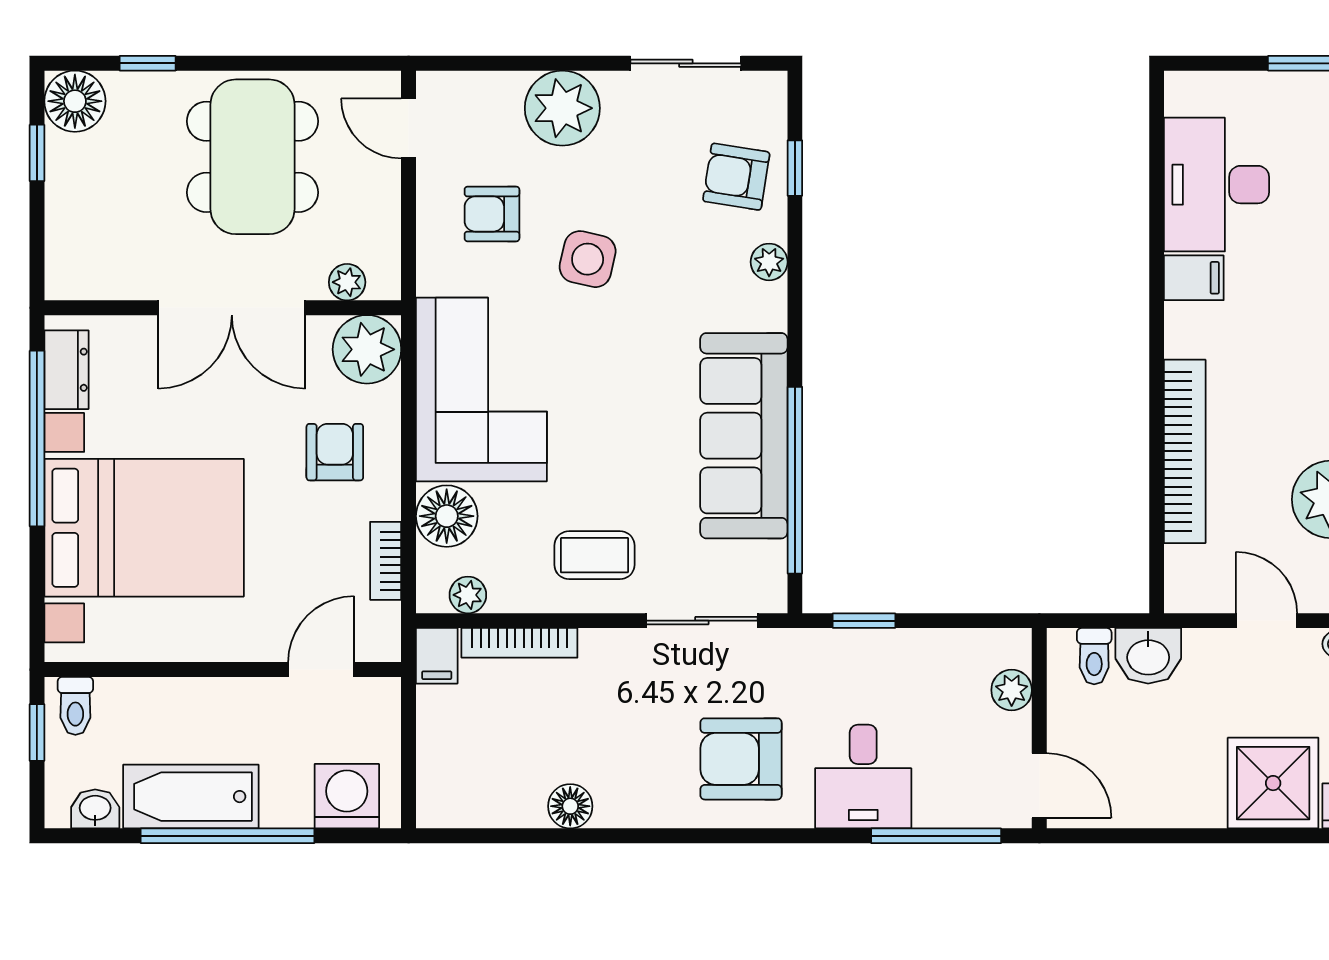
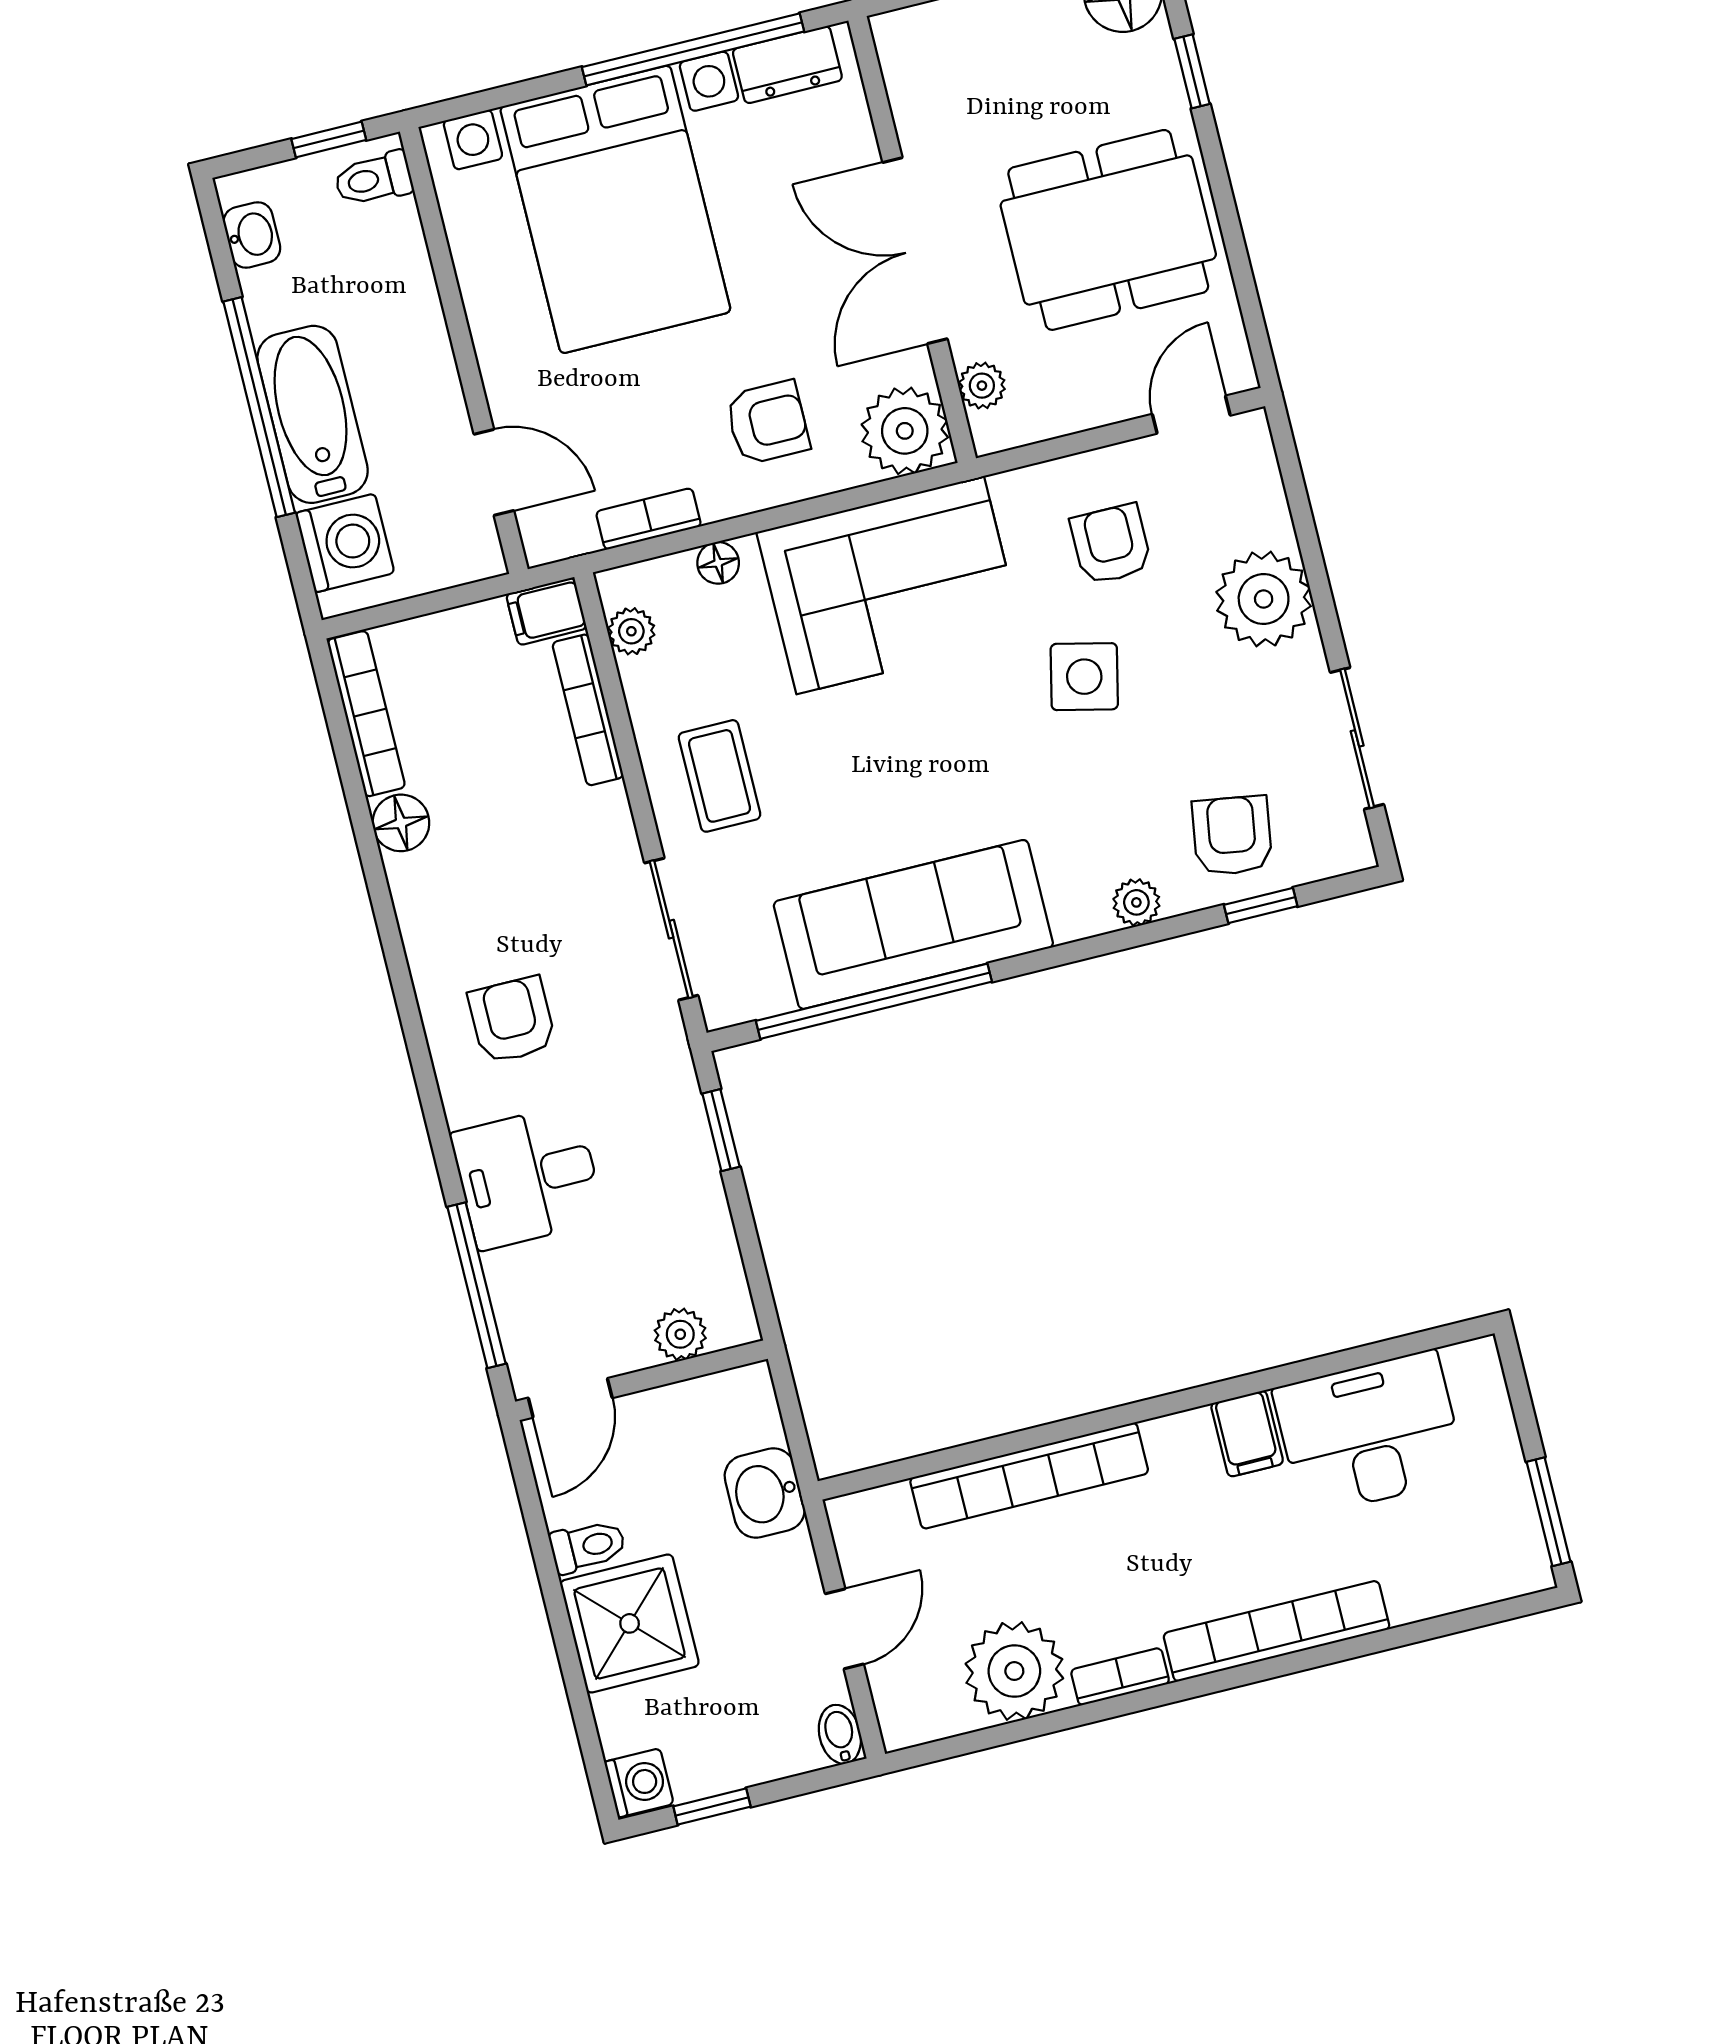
floor lamp: (447, 516) -> (718, 563), width x0.53, depth x0.53
toilet: (1094, 656) -> (588, 1546), moved, turned 180
armchair: (741, 759) -> (512, 1020), width x0.72, depth x0.72
shower: (1273, 783) -> (630, 1623), moved
bathtub: (191, 797) -> (313, 414), moved
bookcase: (481, 812) -> (366, 714), added

